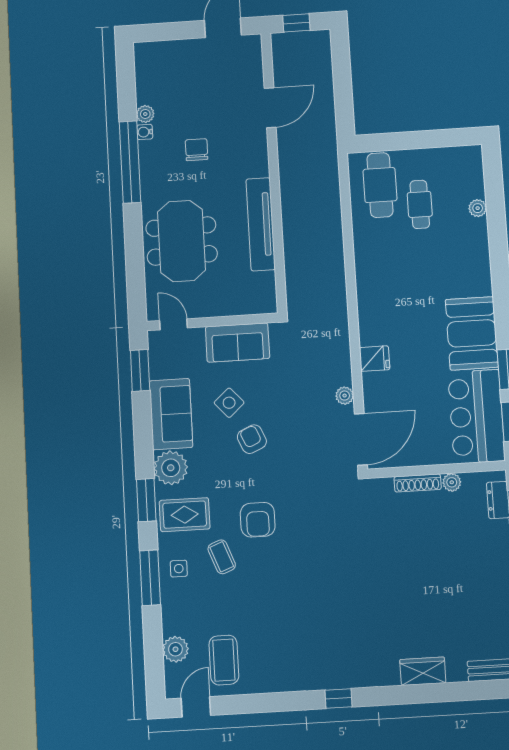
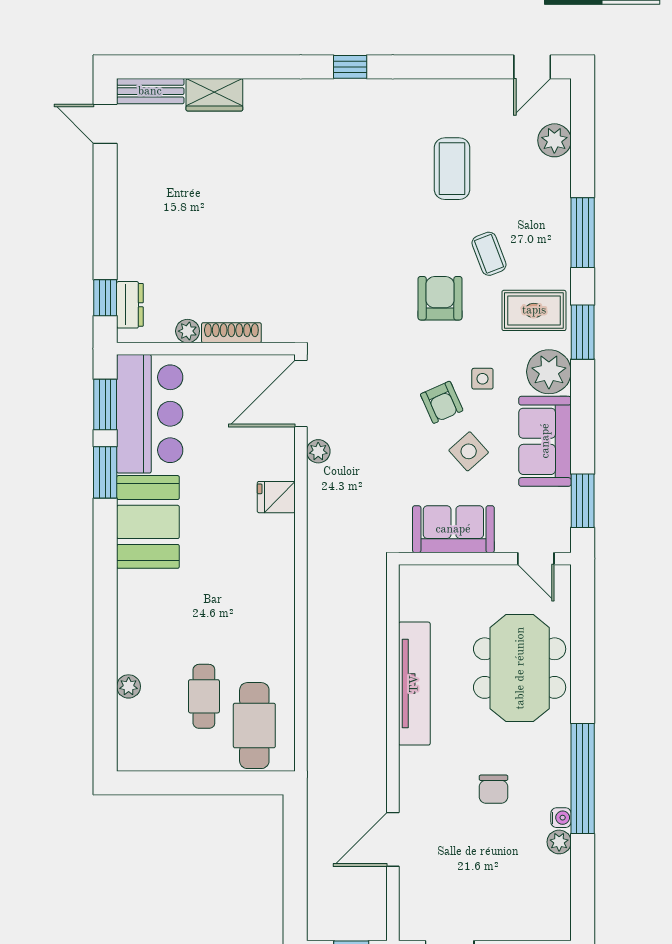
side table: (179, 569) -> (482, 379), moved
coffee table: (224, 660) -> (452, 169), moved
wardrobe: (423, 671) -> (214, 95), moved

